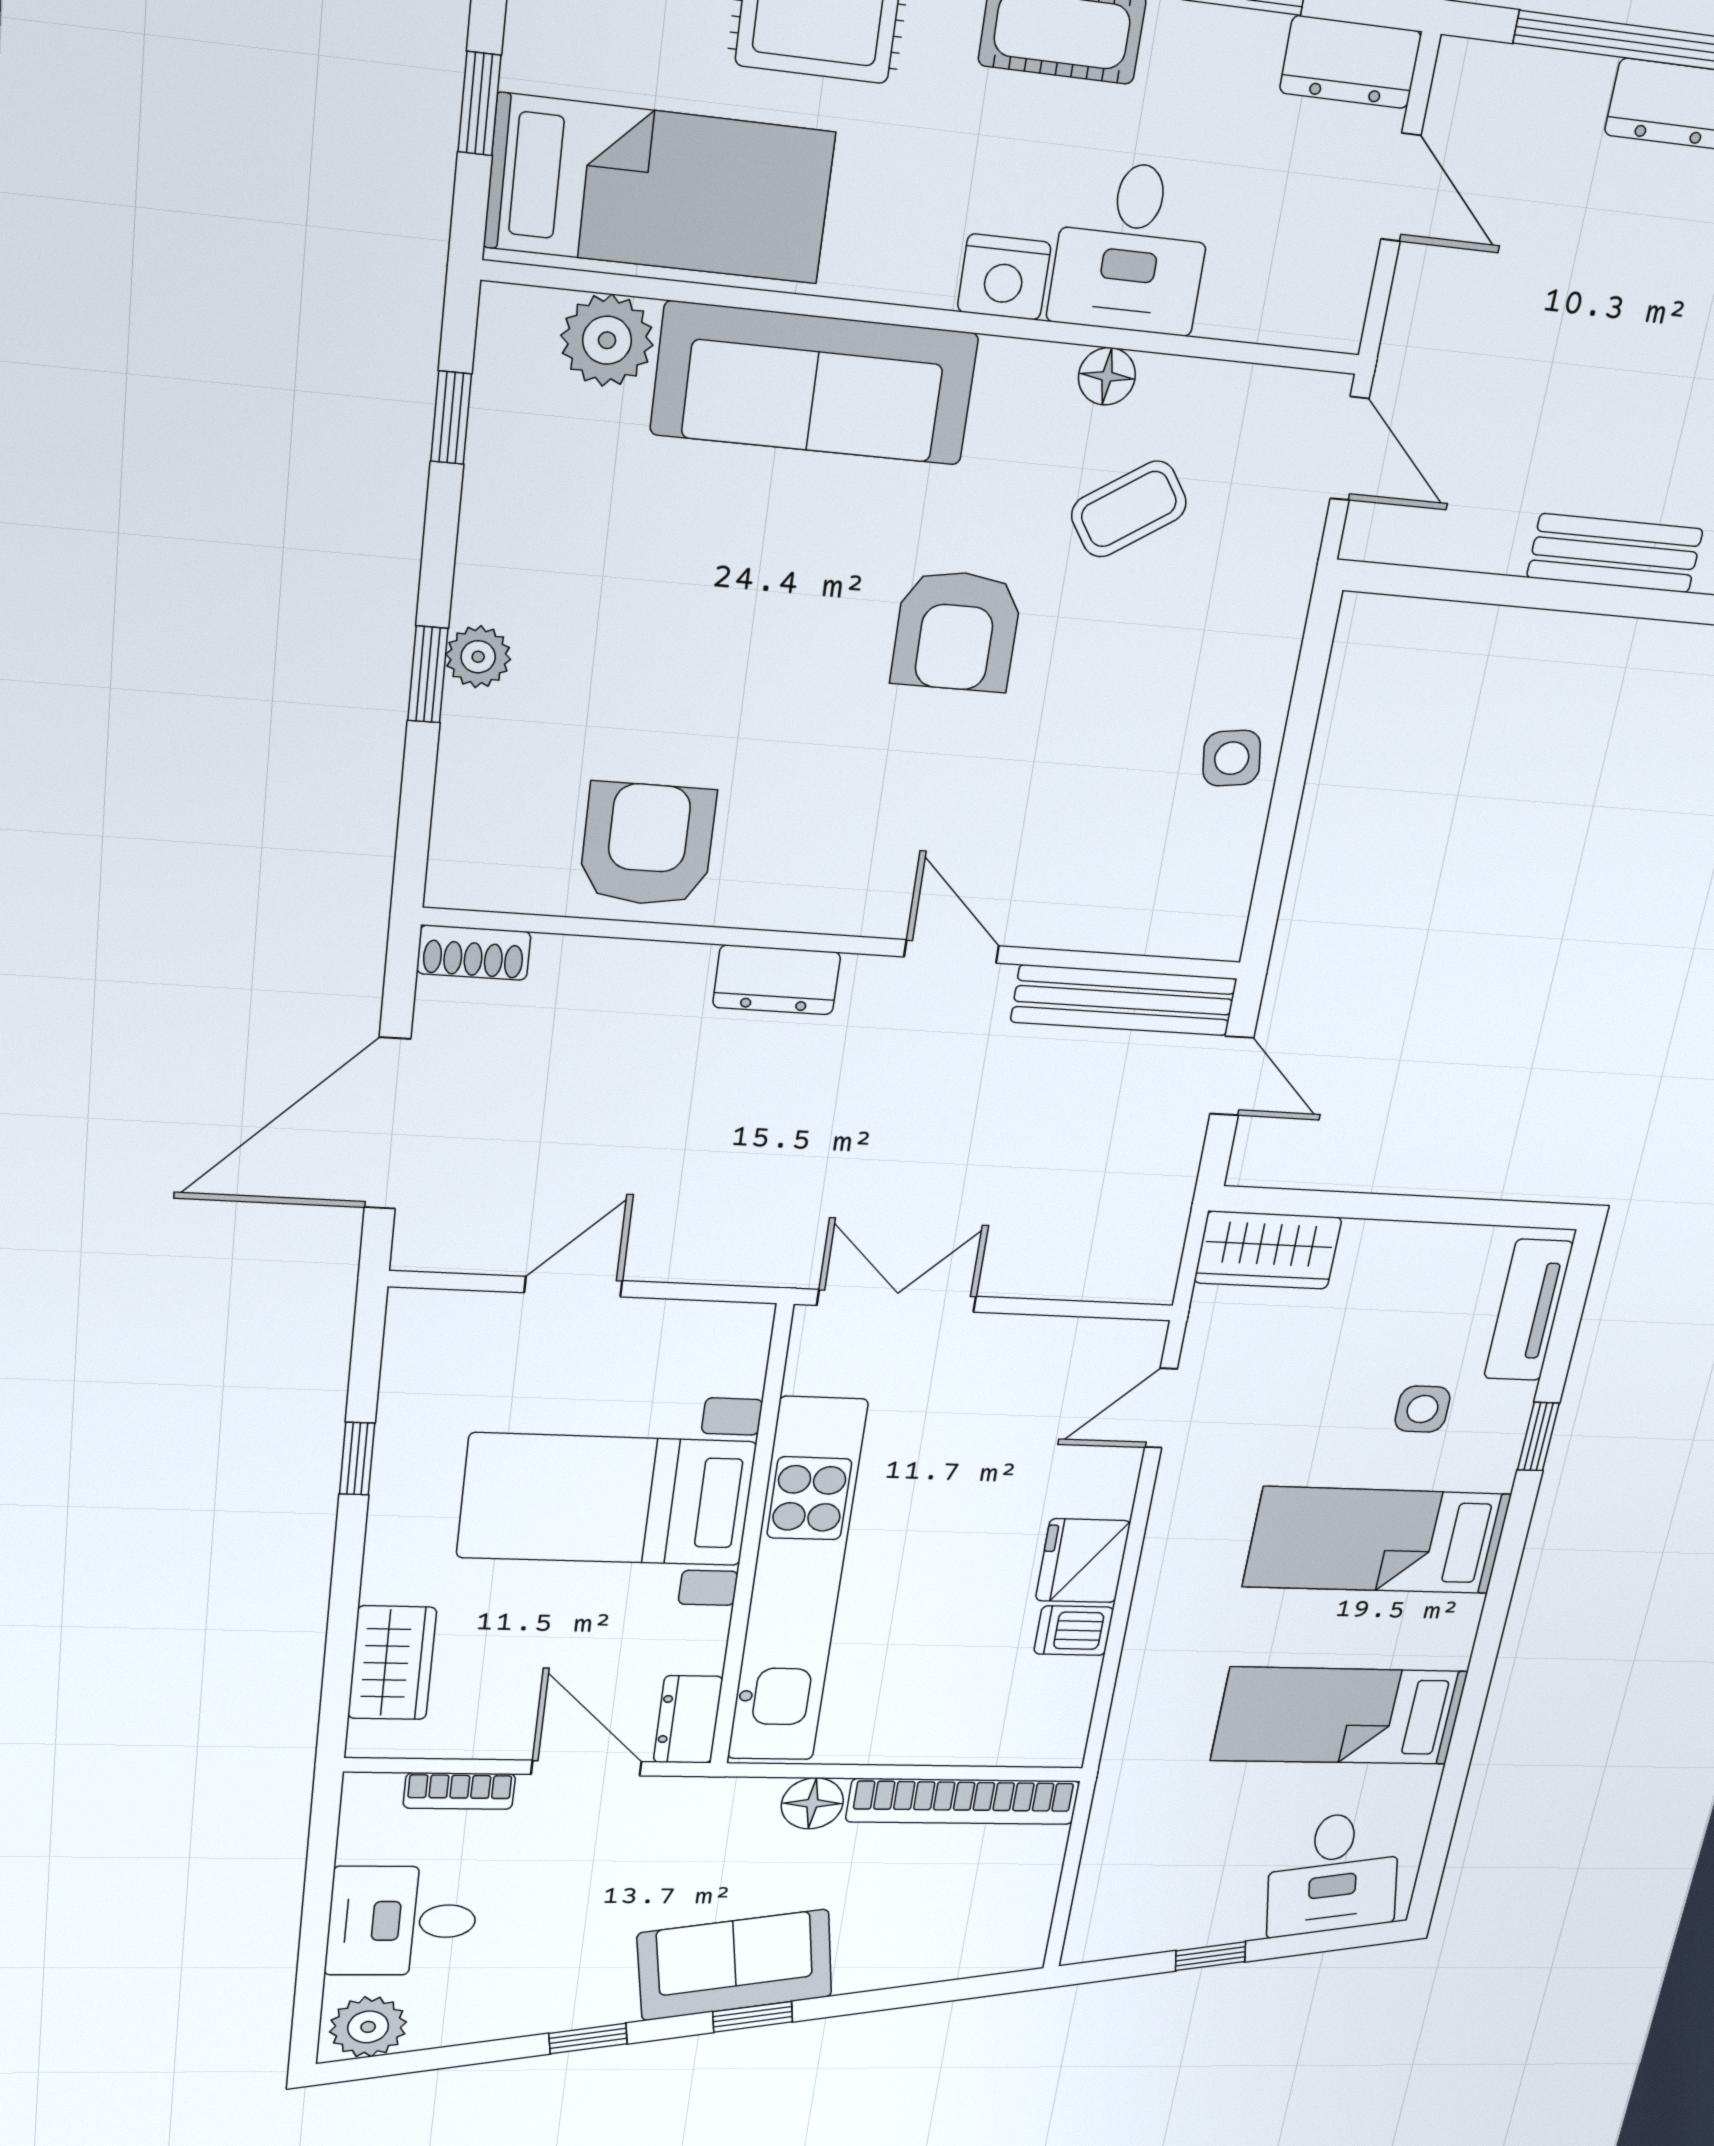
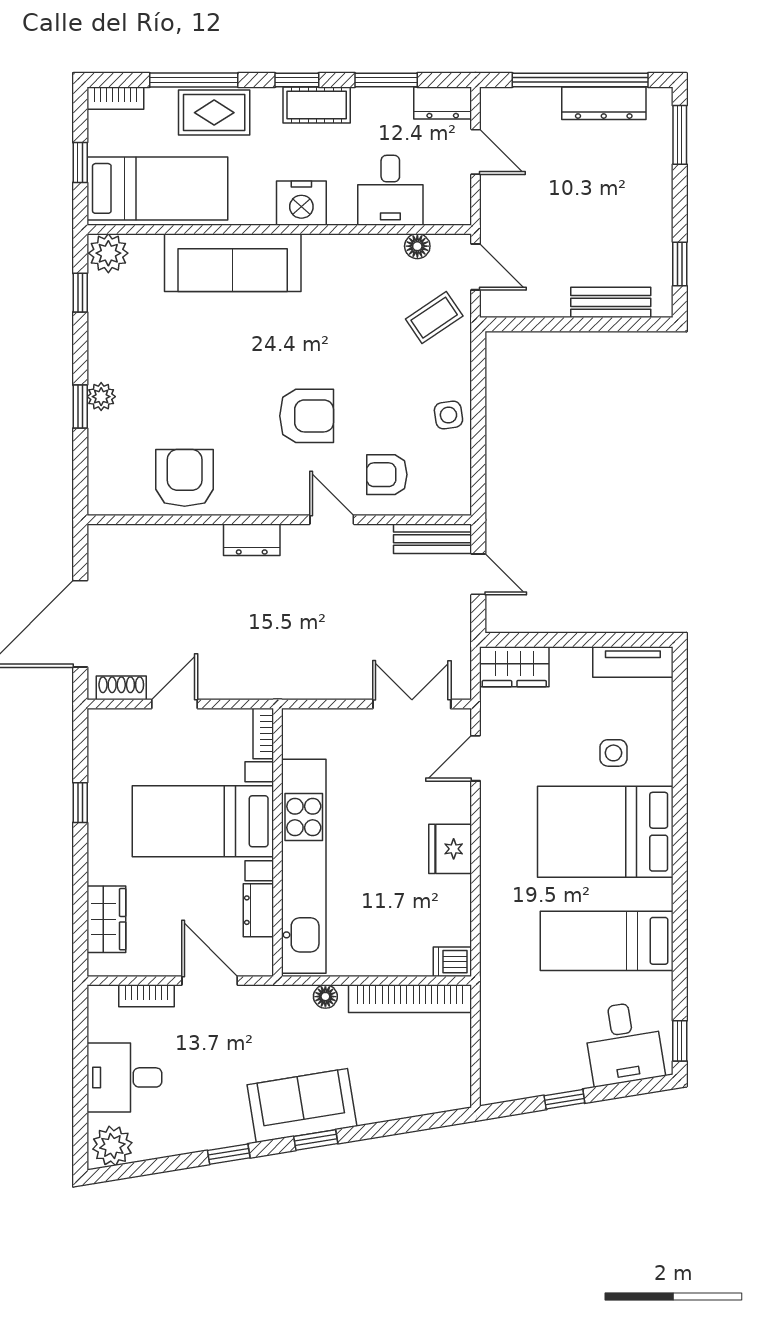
desk: (1132, 248) -> (390, 190), moved
nightstand: (1004, 277) -> (301, 203), width x1.36, depth x1.33
plant: (607, 340) -> (108, 253), moved
floor lamp: (1107, 376) -> (417, 246), moved
coffee table: (1129, 509) -> (434, 318), moved
armchair: (956, 631) -> (307, 416), moved, turned -90
armchair: (1082, 869) -> (387, 475), added
shoe rack: (474, 953) -> (121, 688), moved, turned 180
bench: (1124, 1000) -> (432, 539), width x0.73
double door: (897, 1301) -> (412, 704), moved
tv unit: (1528, 1310) -> (633, 662), moved, turned -90
bookcase: (750, 1348) -> (263, 734), added
window: (1538, 1437) -> (680, 1041), moved
bed: (1377, 1540) -> (605, 832), width x1.50
dishwasher: (1074, 1631) -> (452, 962), moved
dresser: (688, 1719) -> (258, 910), moved
floor lamp: (812, 1803) -> (325, 997), width x0.73, depth x0.73

